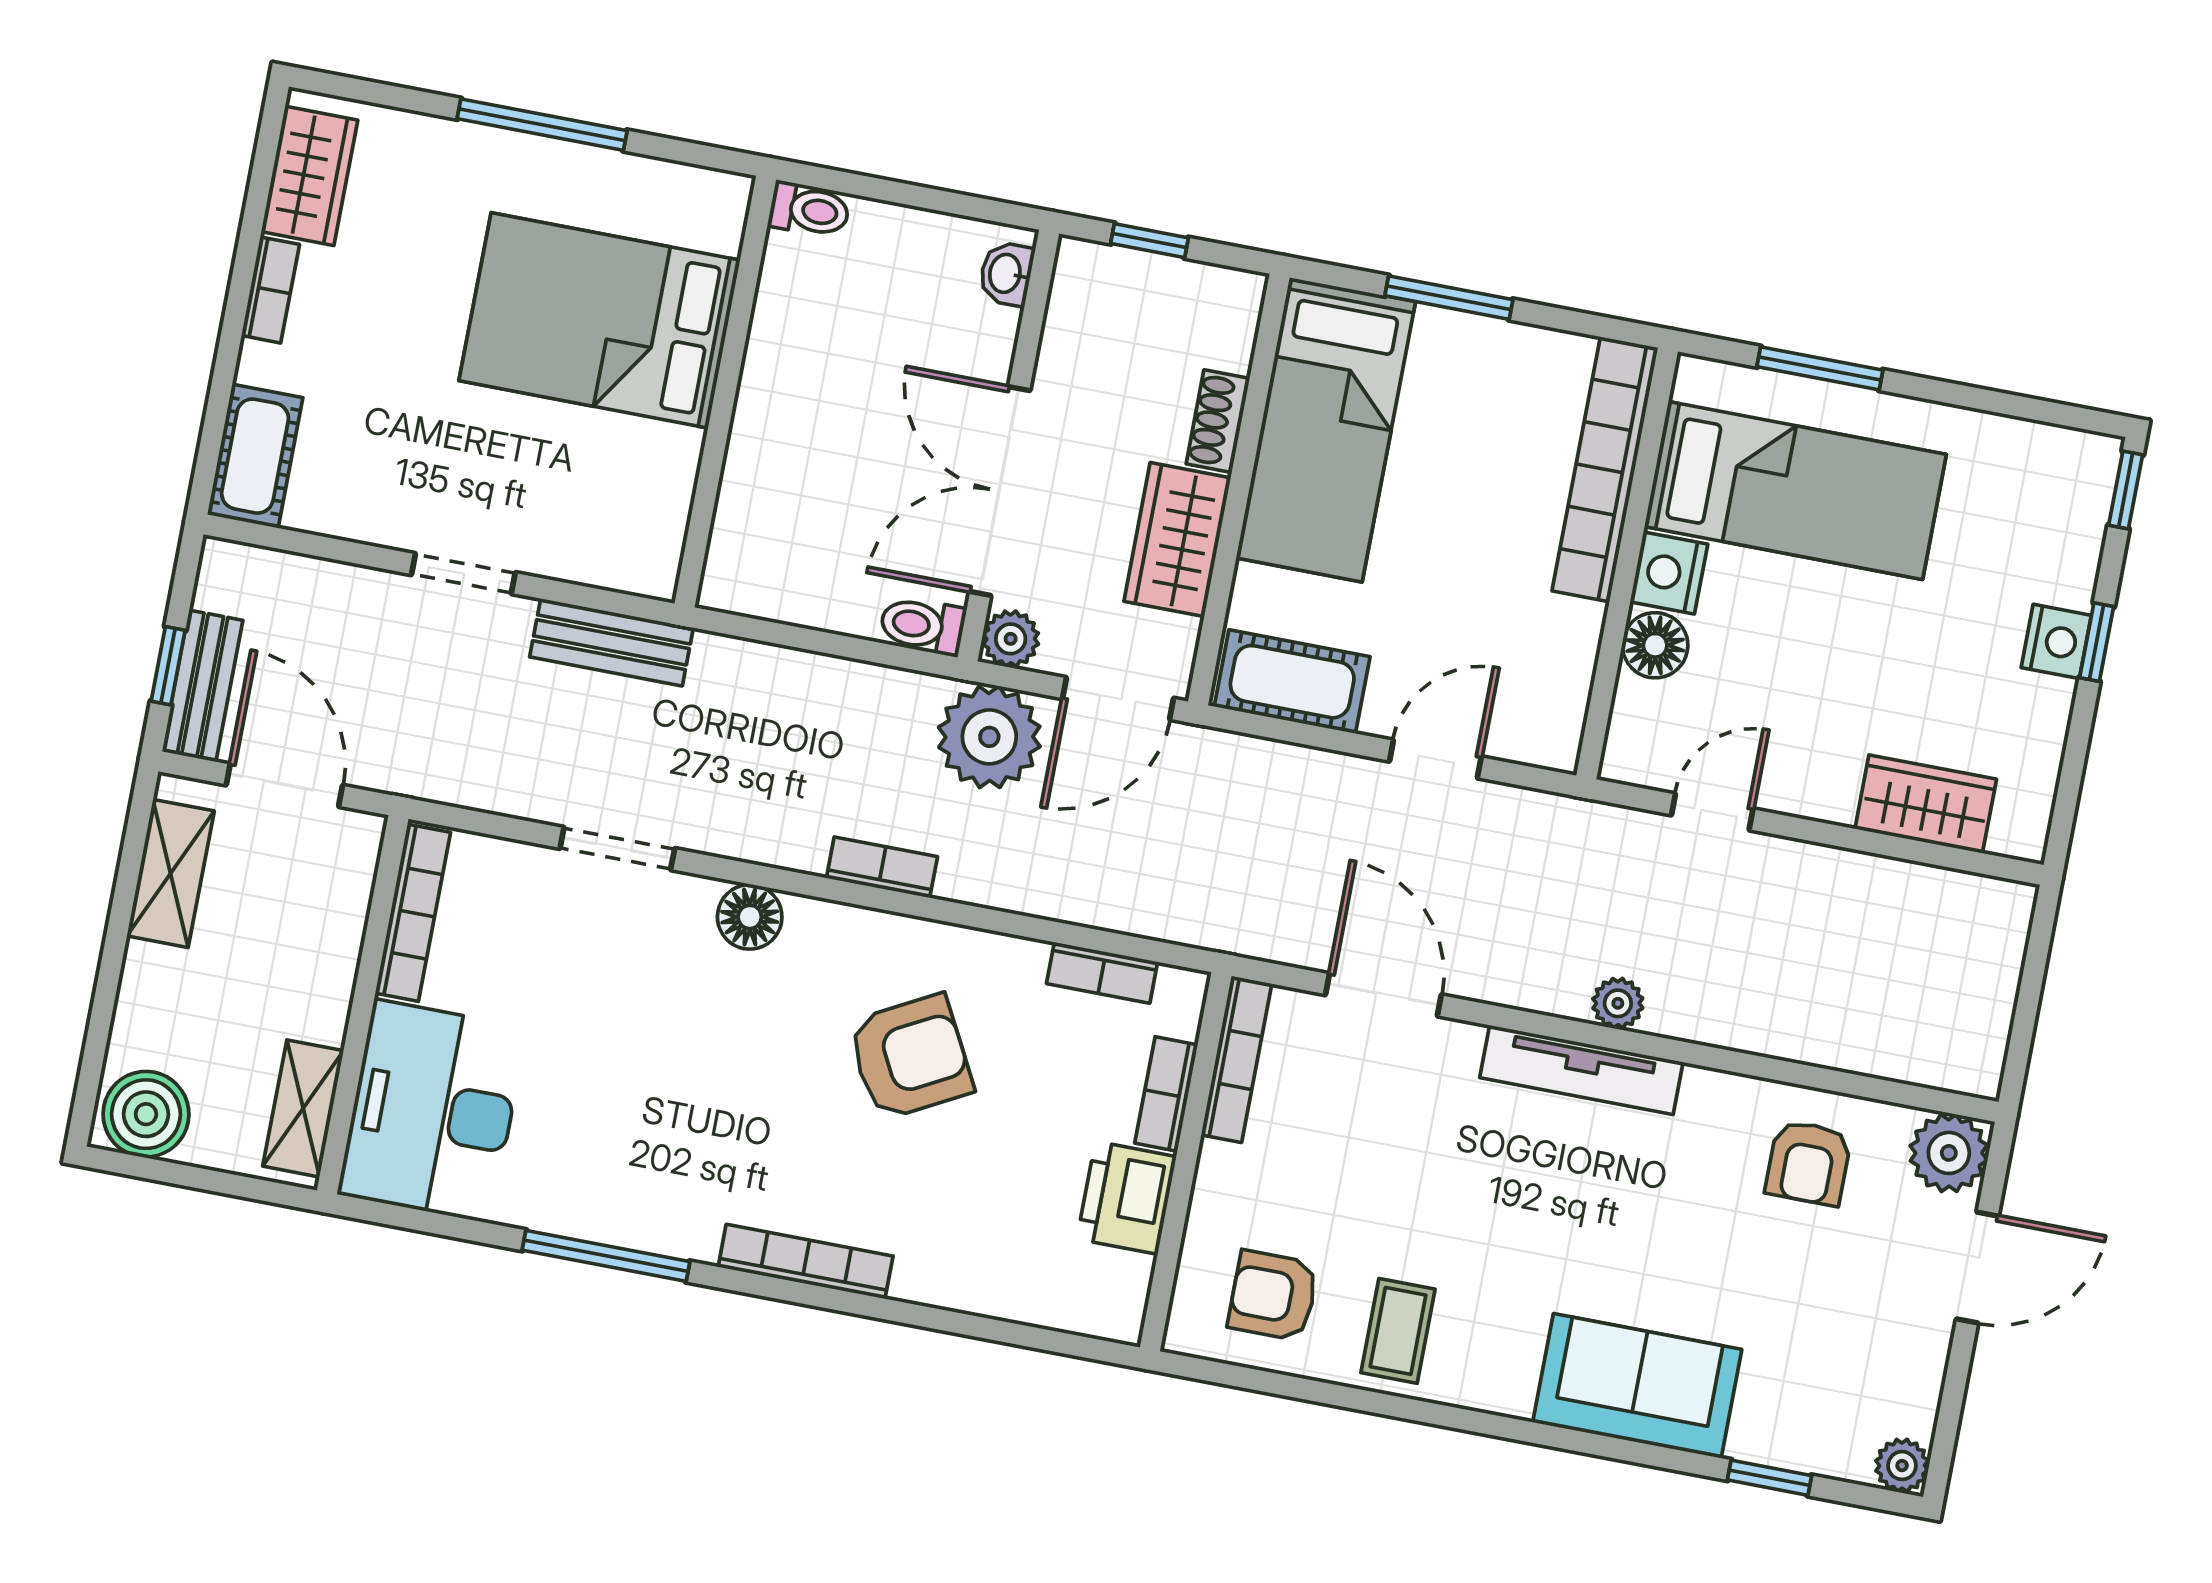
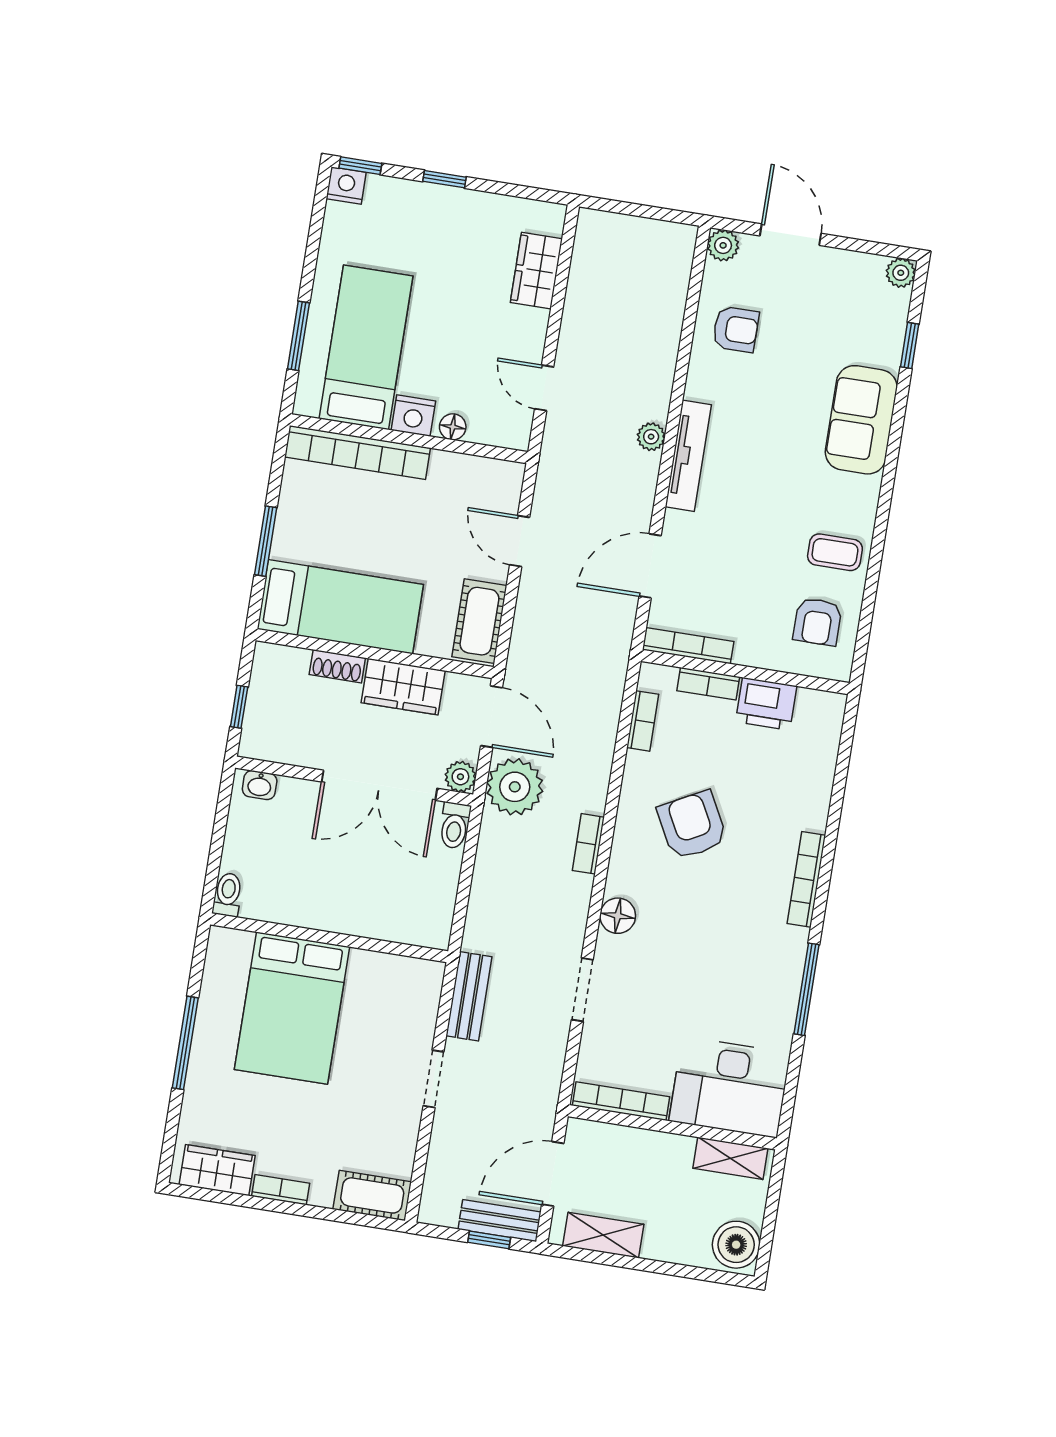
nightstand: (2056, 641) -> (346, 186), moved
floor lamp: (1655, 645) -> (453, 427), width x0.73, depth x0.73
plant: (1949, 1153) -> (723, 245), width x0.73, depth x0.73

